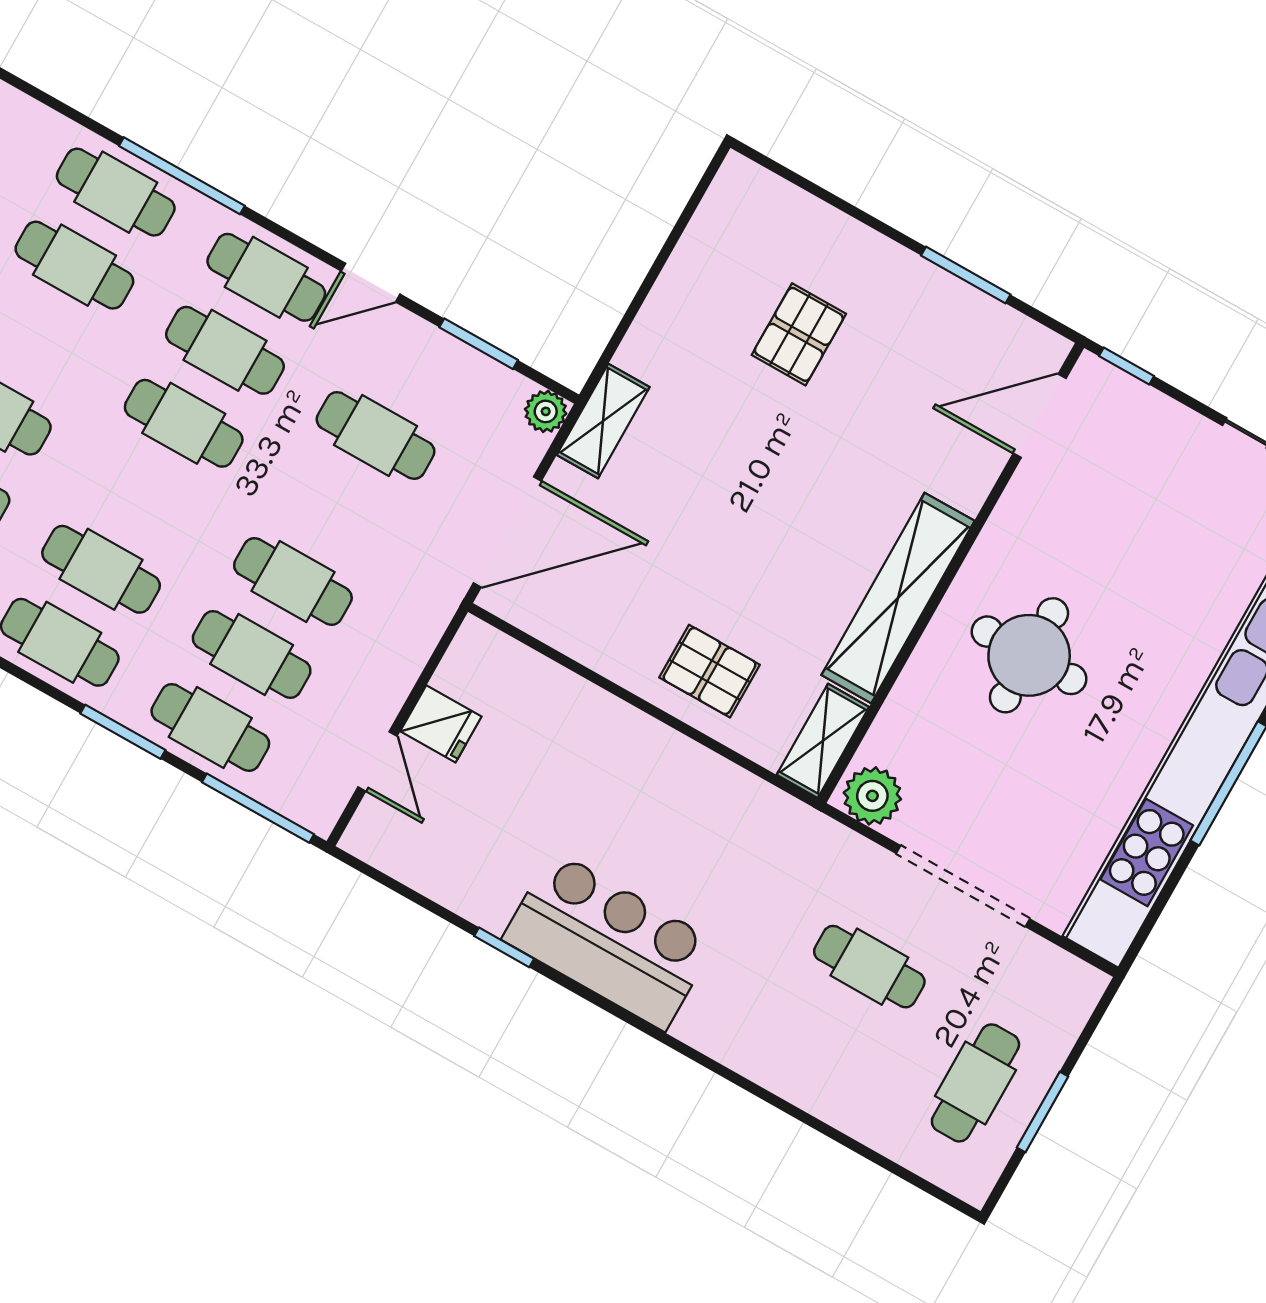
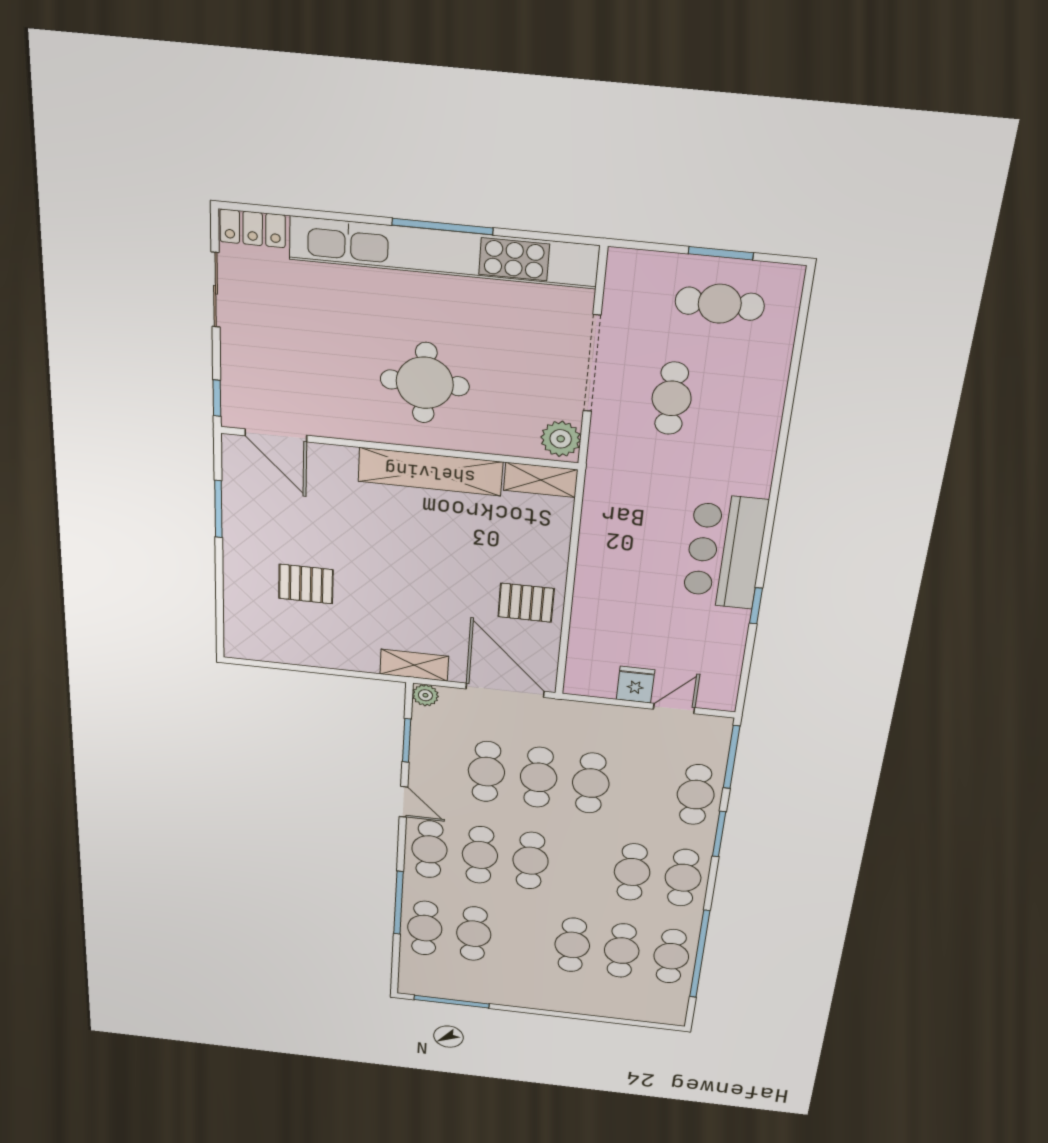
cafe table: (252, 654) -> (539, 777), moved
pallet: (710, 671) -> (526, 603), moved, turned 90

